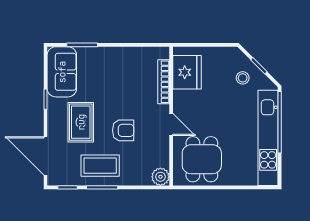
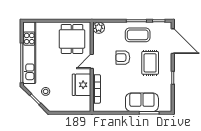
sofa: (62, 72) -> (142, 102), moved, turned 90
fridge: (187, 72) -> (82, 85), moved
door: (171, 125) -> (92, 61), hinge flipped

